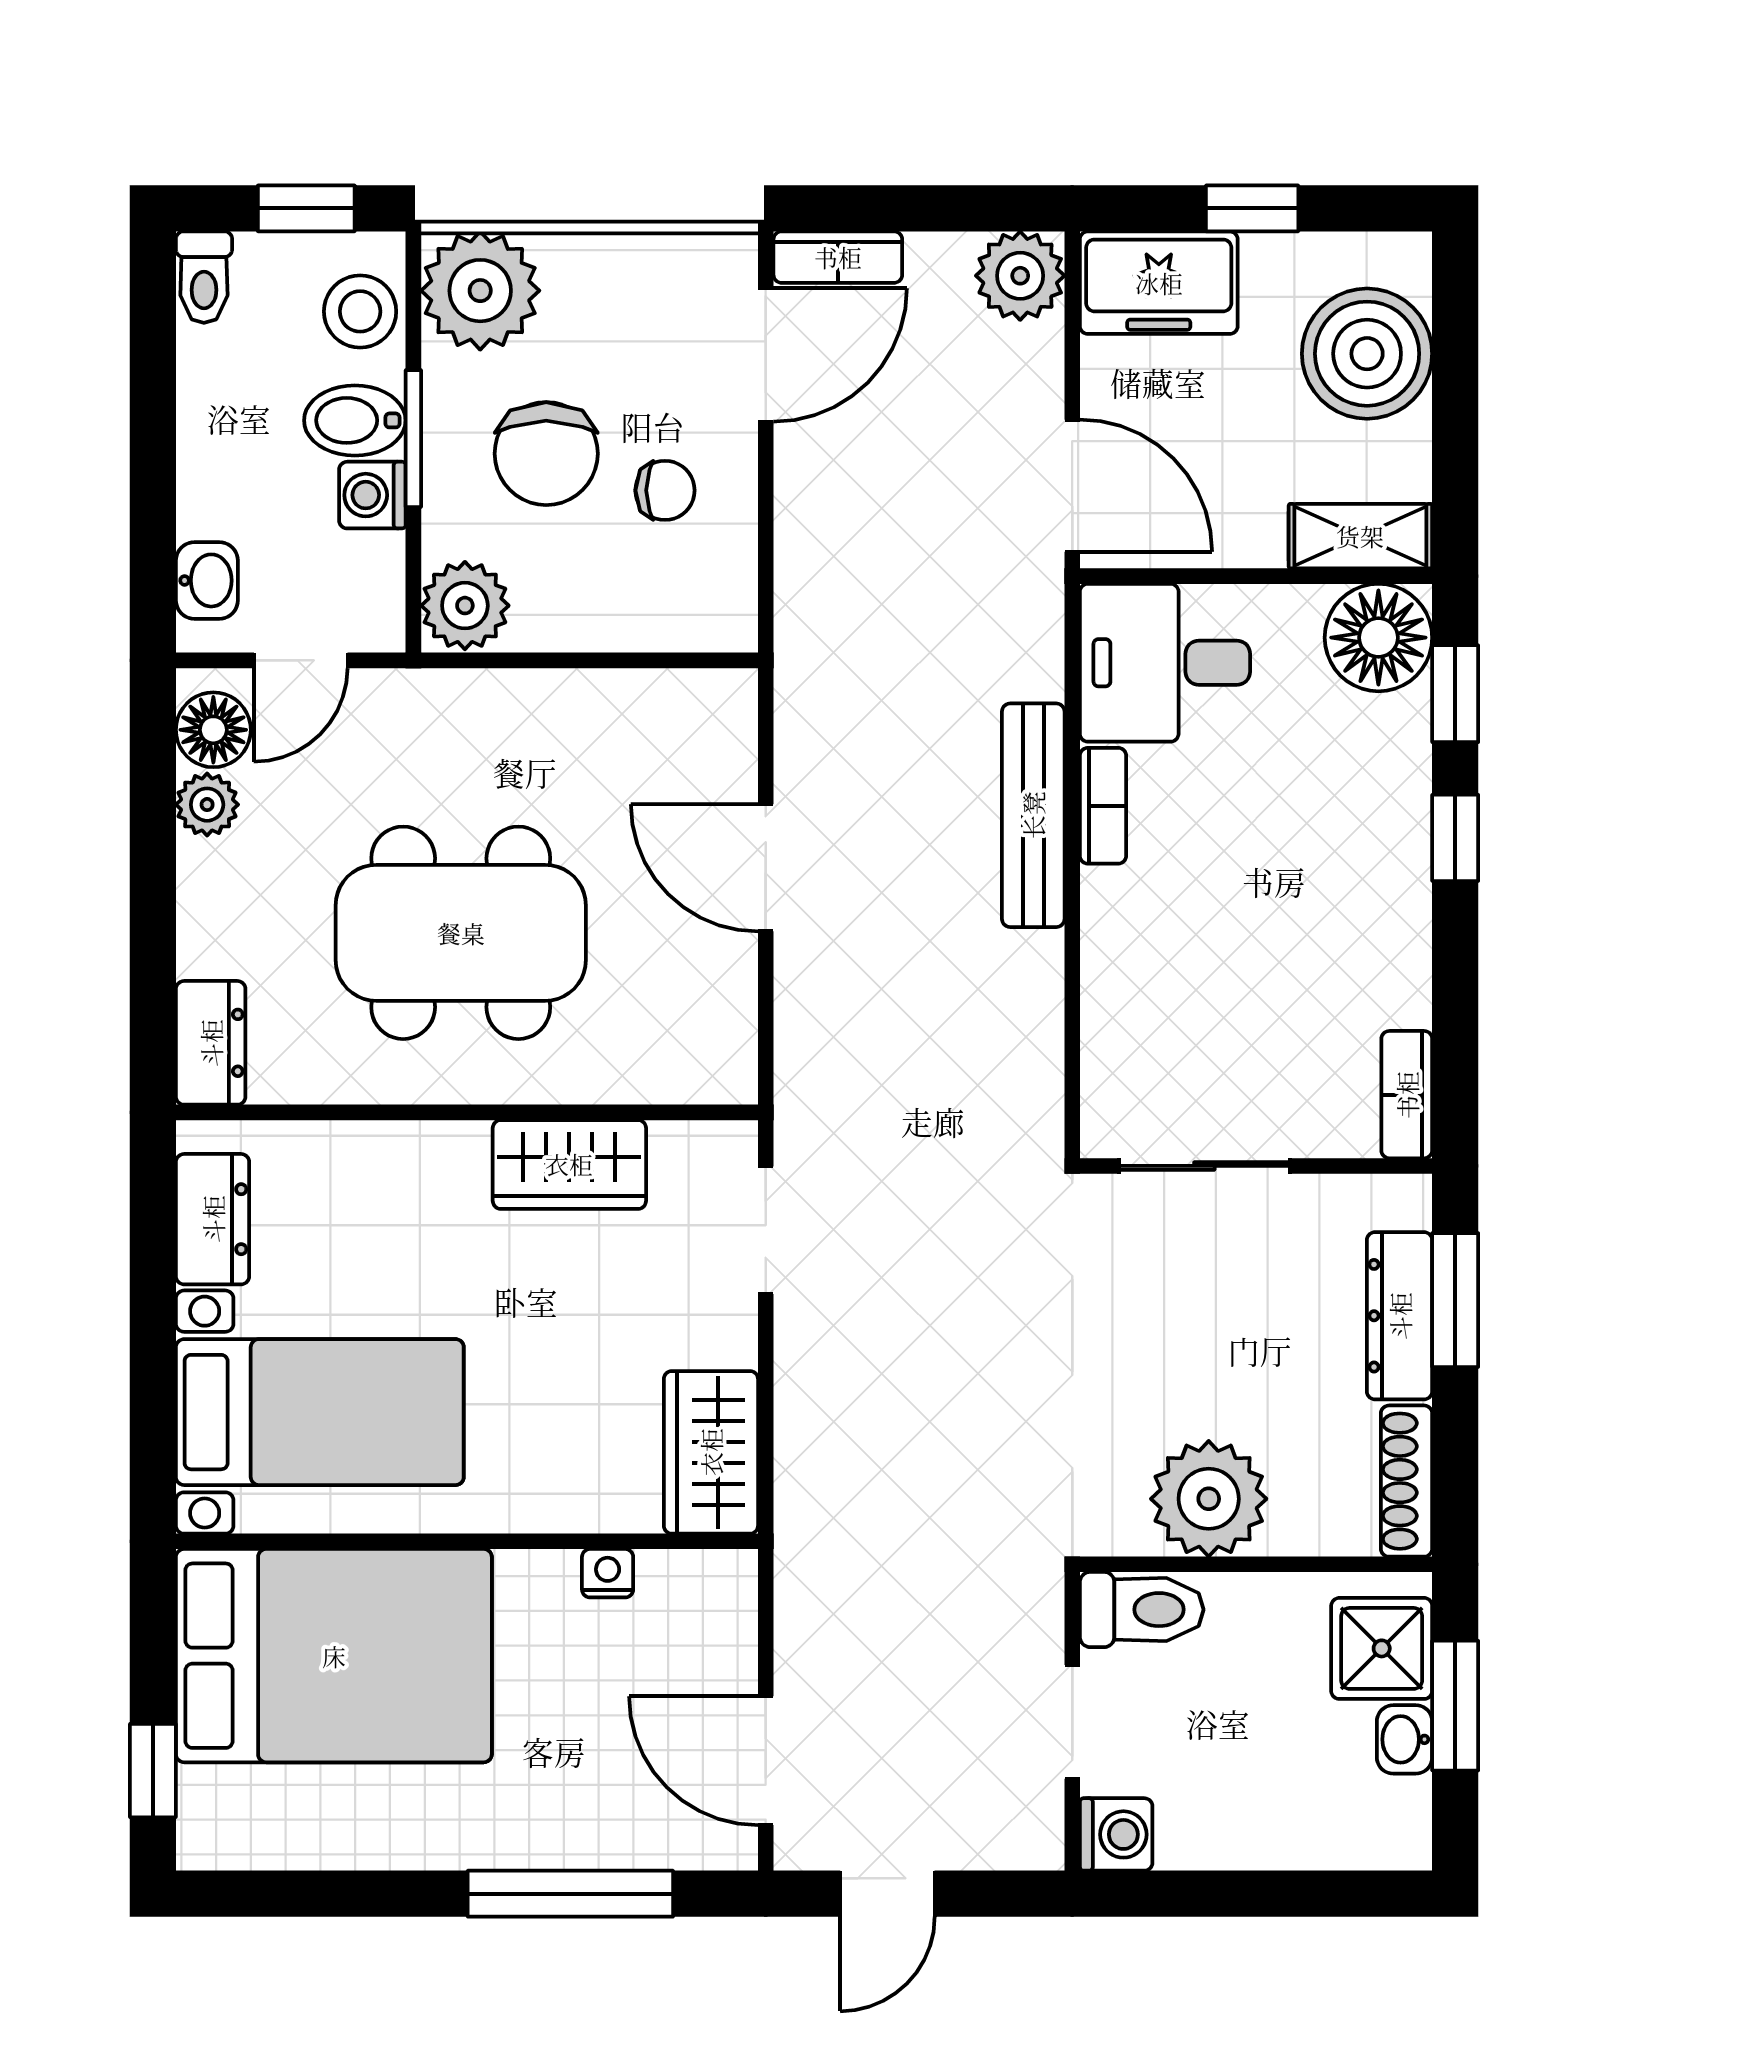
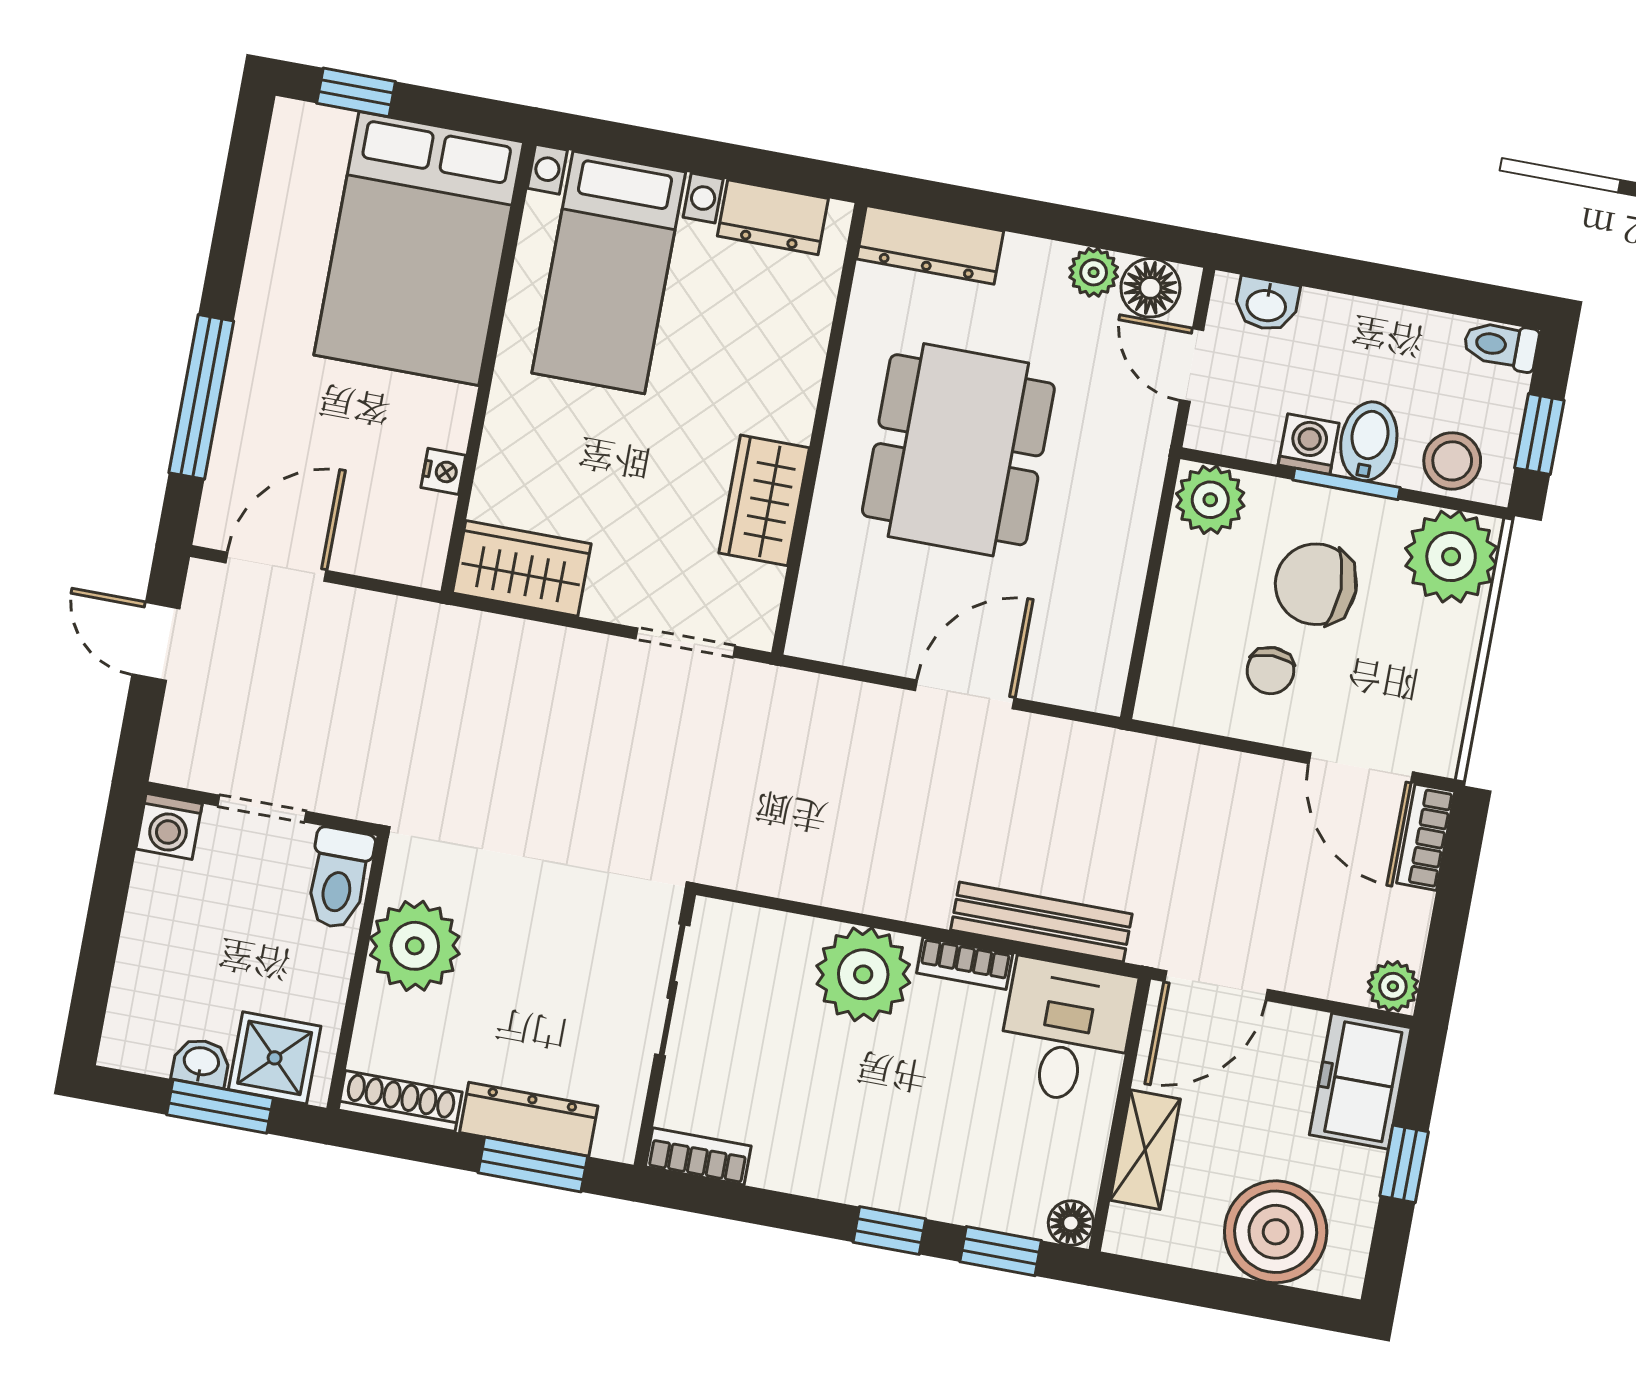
plant: (1020, 276) -> (1393, 986), width x0.73, depth x0.73
shelving: (1360, 536) -> (1145, 1150), moved
floor lamp: (1378, 638) -> (1071, 1223), width x0.53, depth x0.53
bench: (1033, 815) -> (1041, 922), moved
plant: (1140, 930) -> (863, 974), added
dresser: (211, 1043) -> (930, 245), width x1.44

